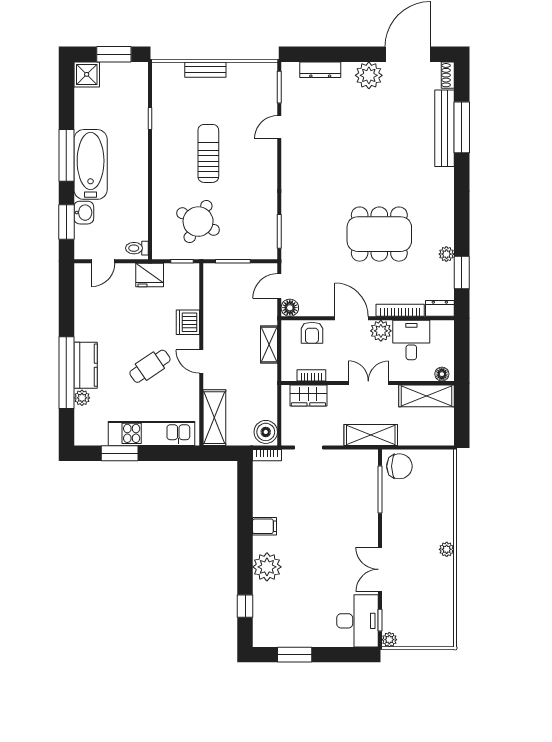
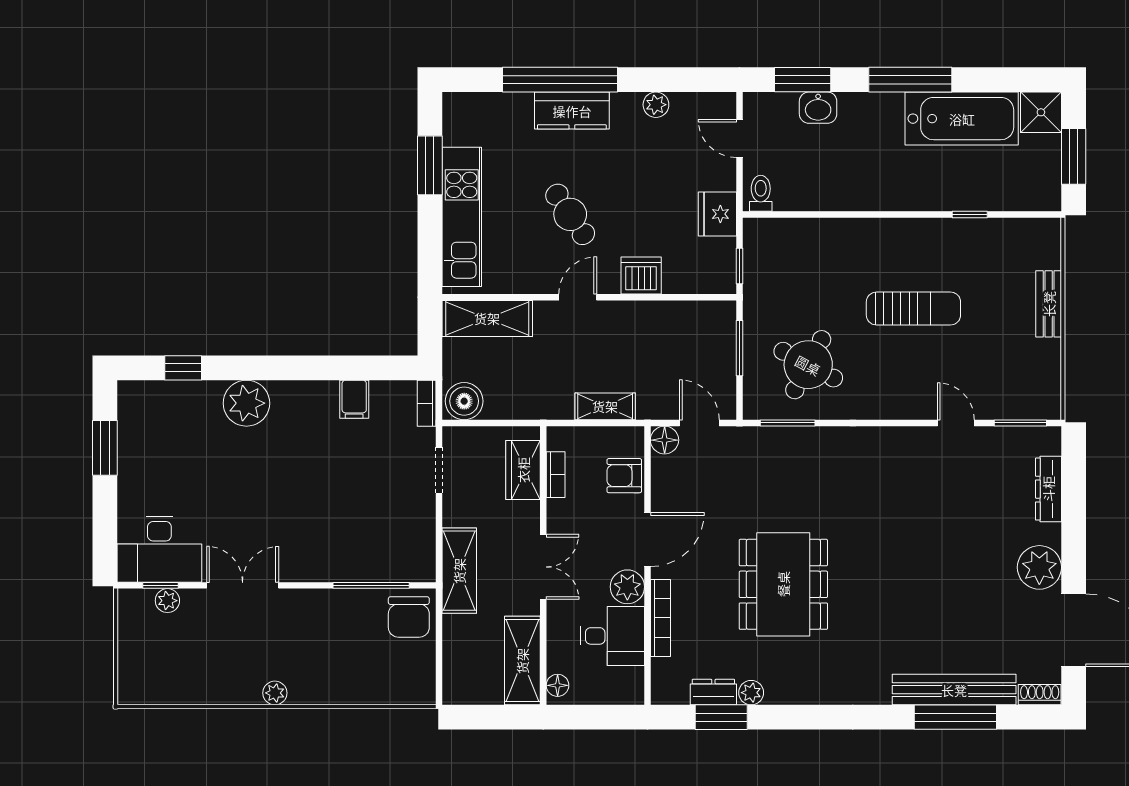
bathtub: (91, 164) -> (962, 119), moved
round table: (198, 222) -> (808, 365), moved
dresser: (440, 308) -> (713, 692), moved, turned -90
plant: (82, 398) -> (656, 105), moved
filing cabinet: (265, 526) -> (354, 399), moved
plant: (389, 640) -> (167, 601), moved

